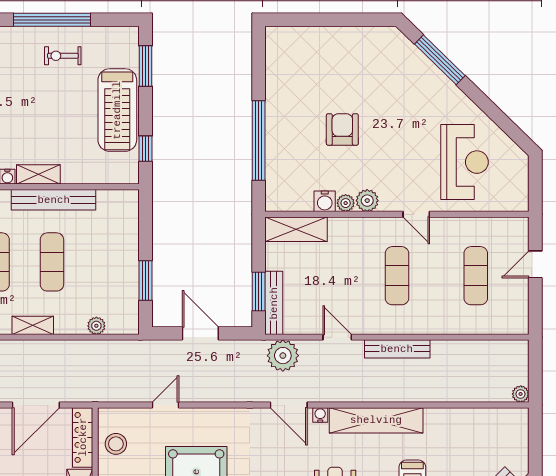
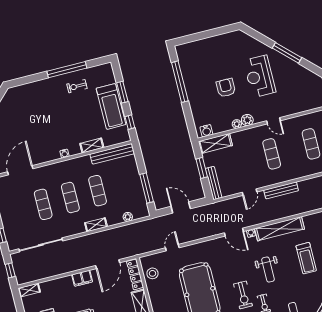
window: (440, 60) -> (287, 53), moved
window: (145, 66) -> (122, 92), moved
window: (259, 140) -> (180, 82), moved
reception desk: (465, 162) -> (260, 76), moved, turned 180
shelving: (38, 174) -> (92, 146), moved
bench: (54, 200) -> (112, 154), moved
water cooler: (325, 201) -> (206, 131), moved
window: (145, 280) -> (147, 188), width x1.44
window: (259, 291) -> (202, 168), moved
door: (337, 337) -> (250, 192), swing flipped
plant: (283, 356) -> (225, 208), removed

